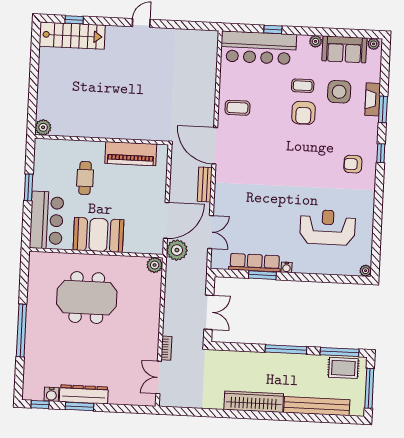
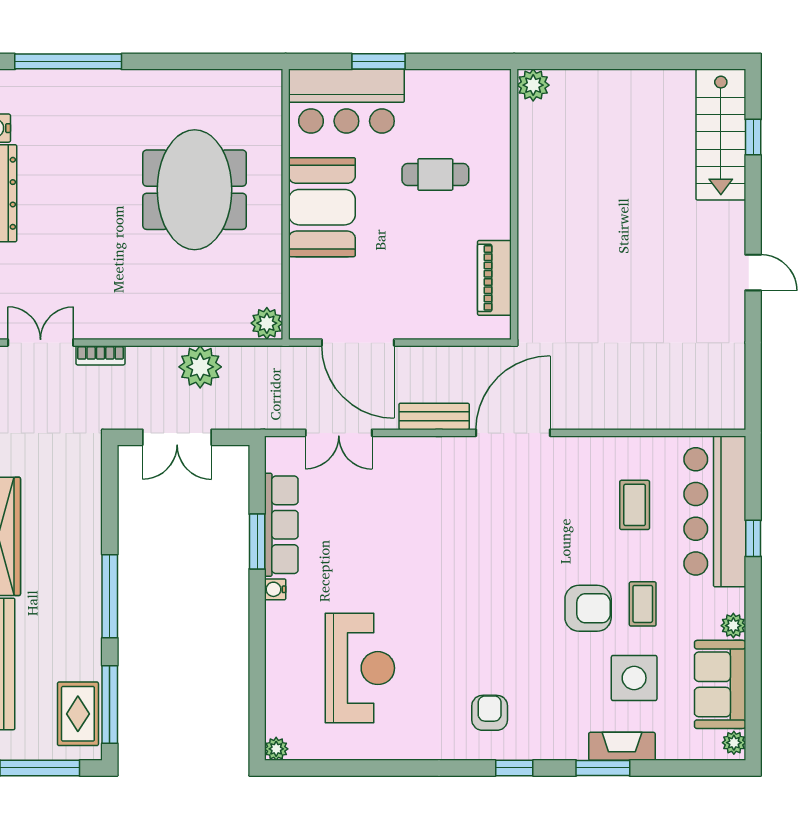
coffee table: (237, 108) -> (635, 505), moved
armchair: (303, 113) -> (588, 608), turned 180
piano: (131, 154) -> (494, 278), width x0.73, depth x0.75
window: (28, 187) -> (379, 61), moved
plant: (177, 250) -> (200, 367), moved
window: (21, 331) -> (68, 61), moved

